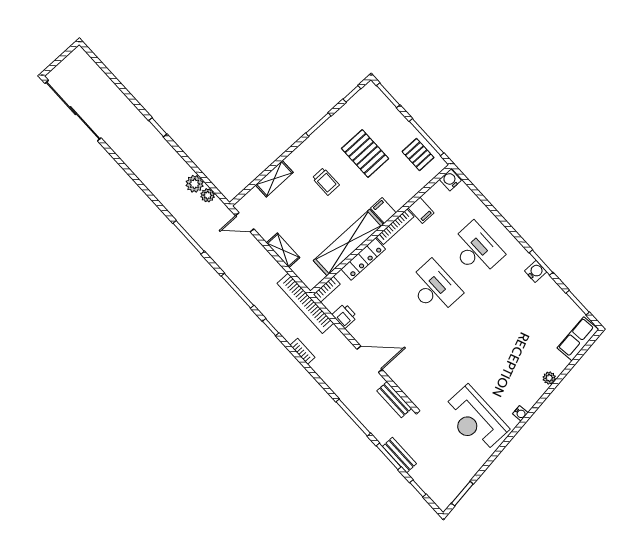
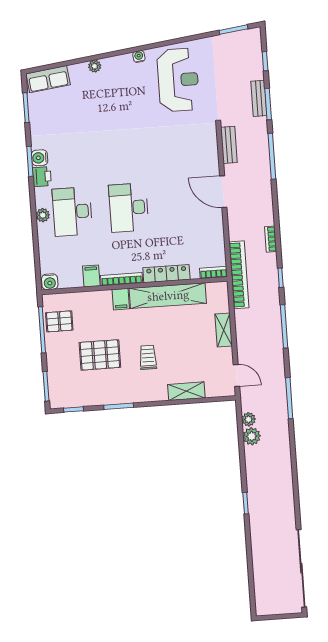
pallet: (365, 153) -> (100, 355), turned 90
pallet: (418, 155) -> (59, 321), turned 90
plant: (497, 228) -> (43, 215), added
printer: (345, 316) -> (42, 177), moved, turned 180

